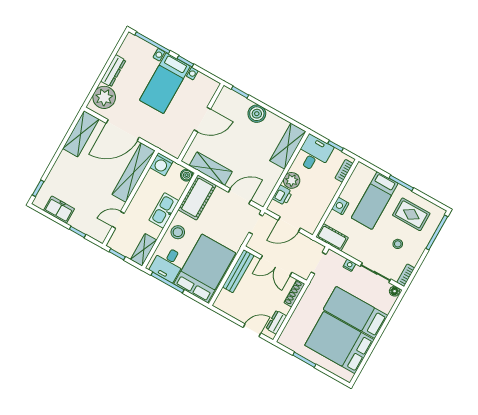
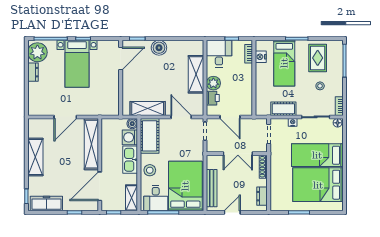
dresser: (113, 71) -> (33, 72), width x0.70
plant: (104, 97) -> (37, 52), moved
door: (202, 119) -> (121, 59), moved
door: (123, 130) -> (65, 117), width x0.73
shelving: (81, 134) -> (35, 157), moved
shelving: (288, 146) -> (196, 74), moved
washing machine: (162, 164) -> (130, 137), moved, turned 90
door: (240, 196) -> (181, 117), hinge flipped
nightstand: (340, 206) -> (261, 57), moved
freezer: (59, 210) -> (46, 204), width x1.40
rug: (411, 214) -> (318, 58), turned 90
door: (118, 220) -> (100, 186), width x1.87
door: (289, 224) -> (230, 117), hinge flipped
cot: (332, 237) -> (283, 109), moved
bench: (238, 271) -> (212, 188), moved
door: (252, 330) -> (232, 212), moved

